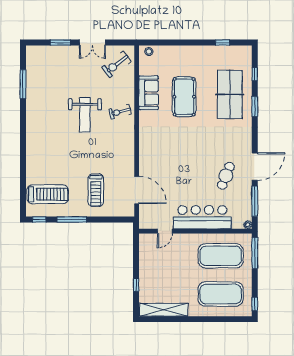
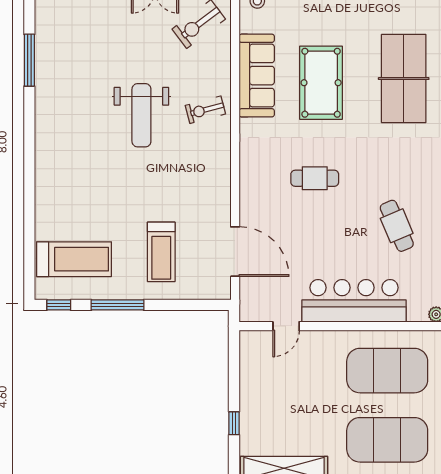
sofa: (149, 93) -> (257, 76), width x1.36
cafe table: (181, 150) -> (315, 178), added
cafe table: (226, 176) -> (397, 226), turned -45

